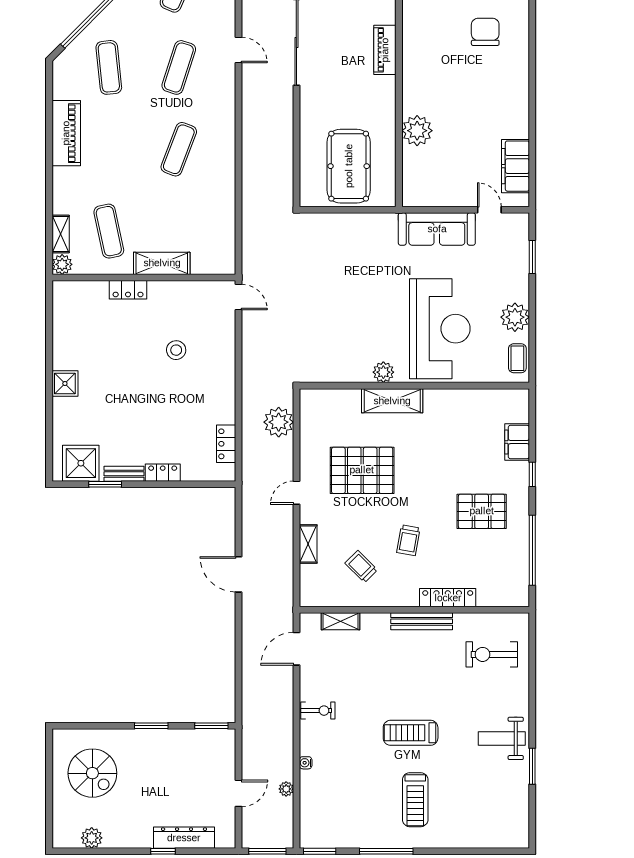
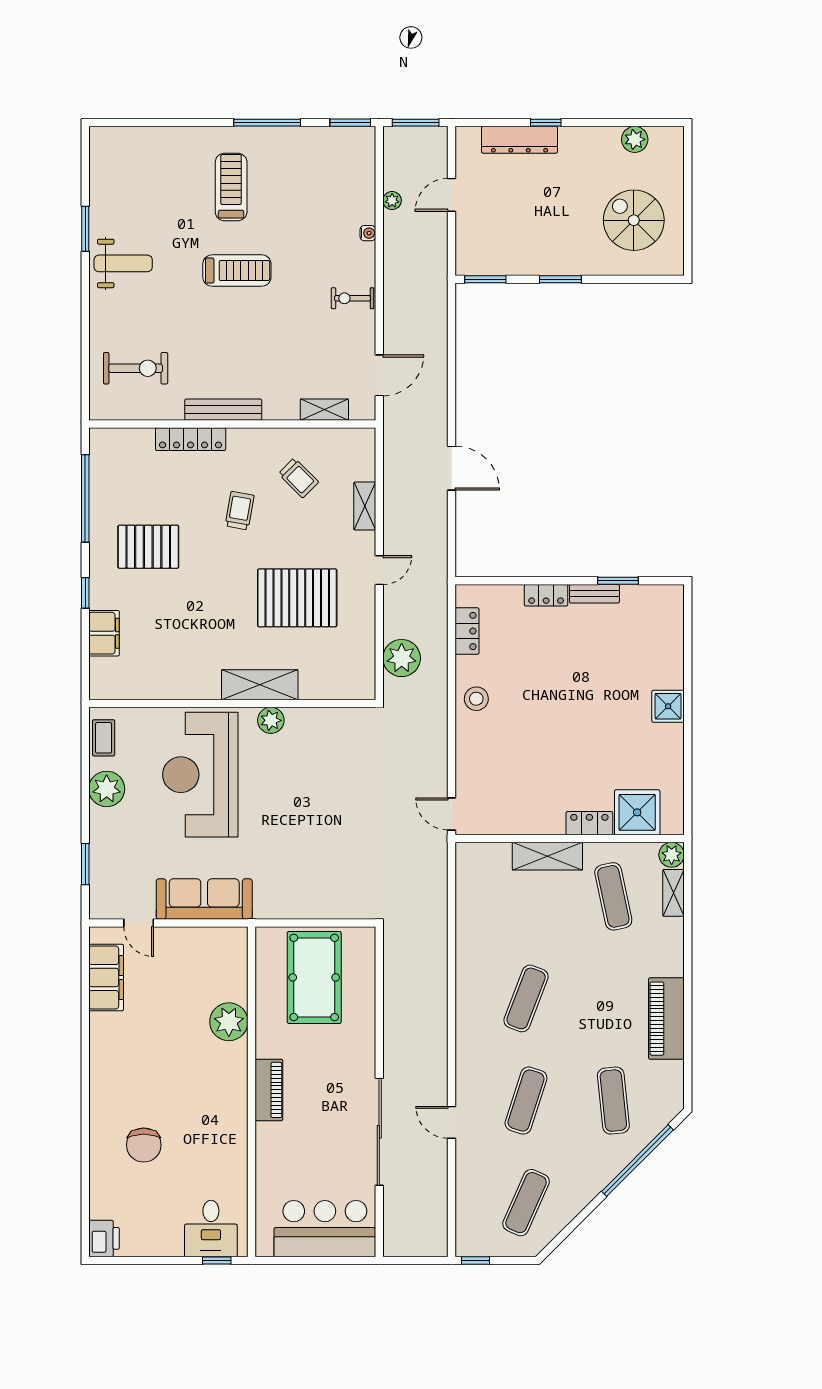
piano: (385, 50) -> (269, 1090), moved
stool: (176, 350) -> (476, 699), moved
shower: (81, 463) -> (637, 812), moved

